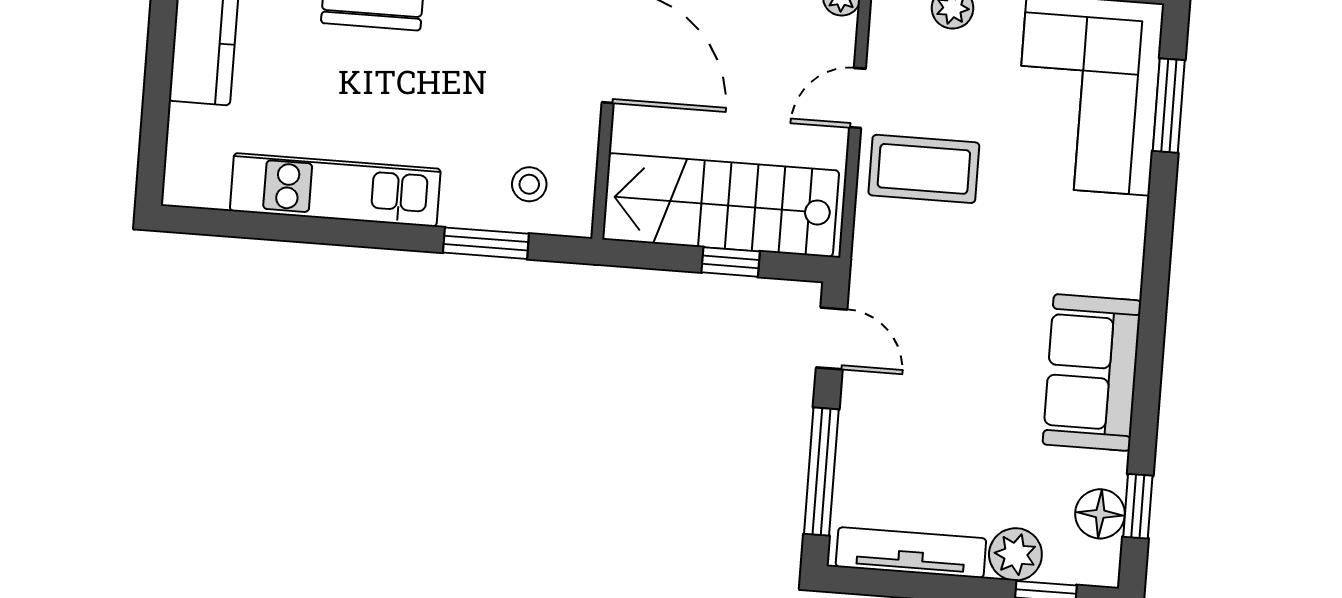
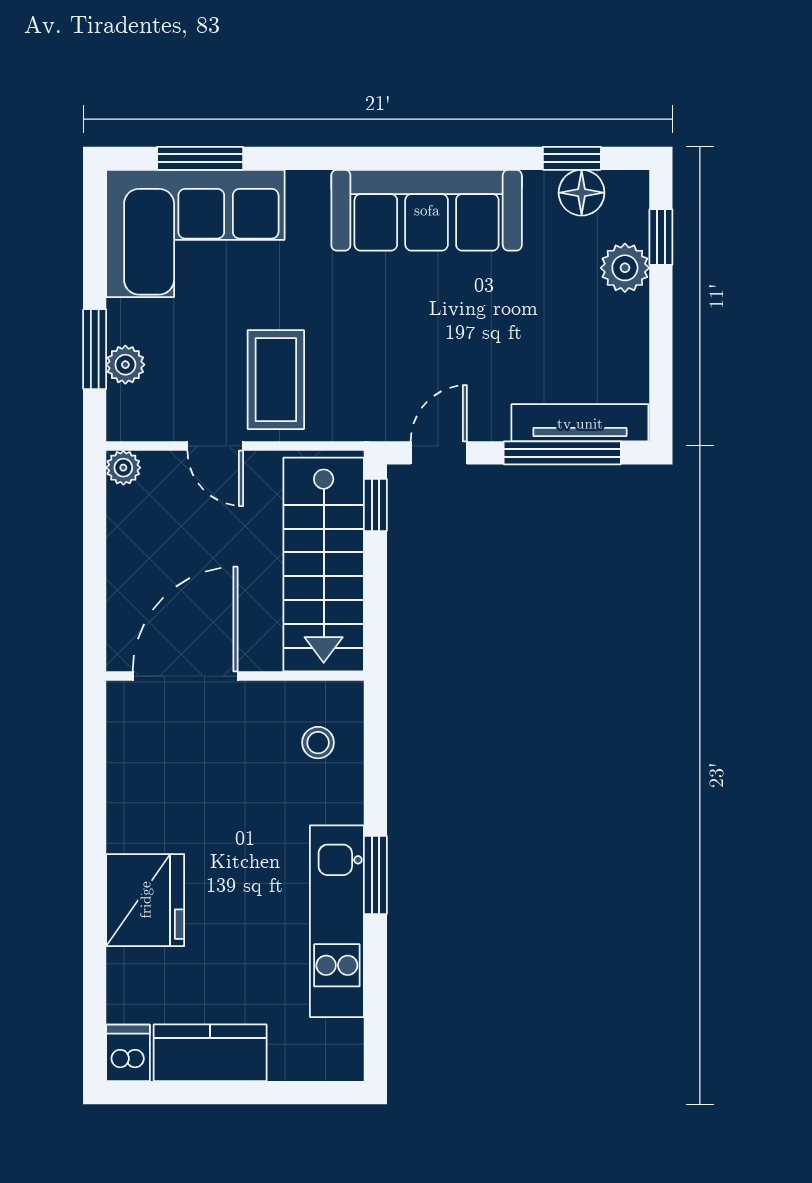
window: (486, 243) -> (375, 875), moved
window: (731, 262) -> (375, 505), moved
sofa: (1092, 373) -> (427, 210), width x1.36
tv unit: (911, 553) -> (580, 423), moved, turned 90

